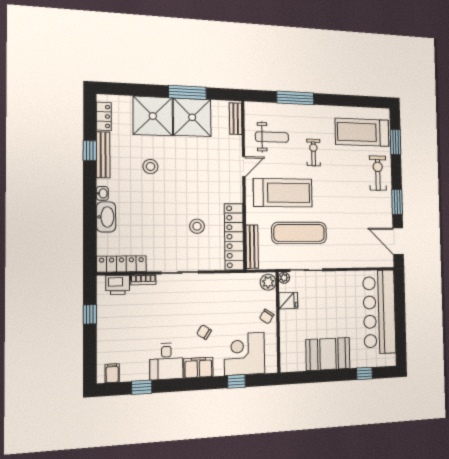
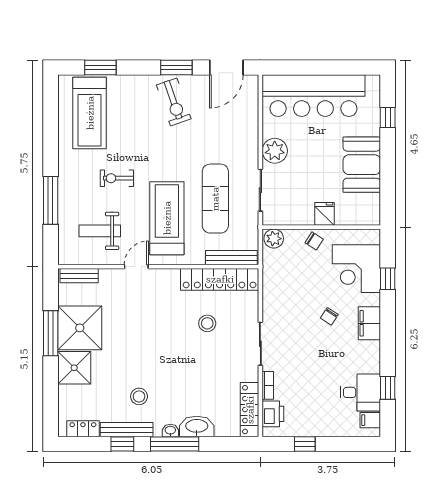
shower: (153, 116) -> (74, 368), width x0.73, depth x0.73
weight bench: (272, 137) -> (100, 231), turned -90
stool: (150, 166) -> (139, 396), moved
door: (244, 167) -> (136, 267), hinge flipped
exercise bike: (378, 173) -> (174, 102), moved, turned -109
window: (90, 197) -> (175, 444), added
plant: (284, 278) -> (275, 151), moved, width x1.88, depth x1.88
fridge: (288, 301) -> (324, 214), moved
desk: (166, 361) -> (360, 392), moved

